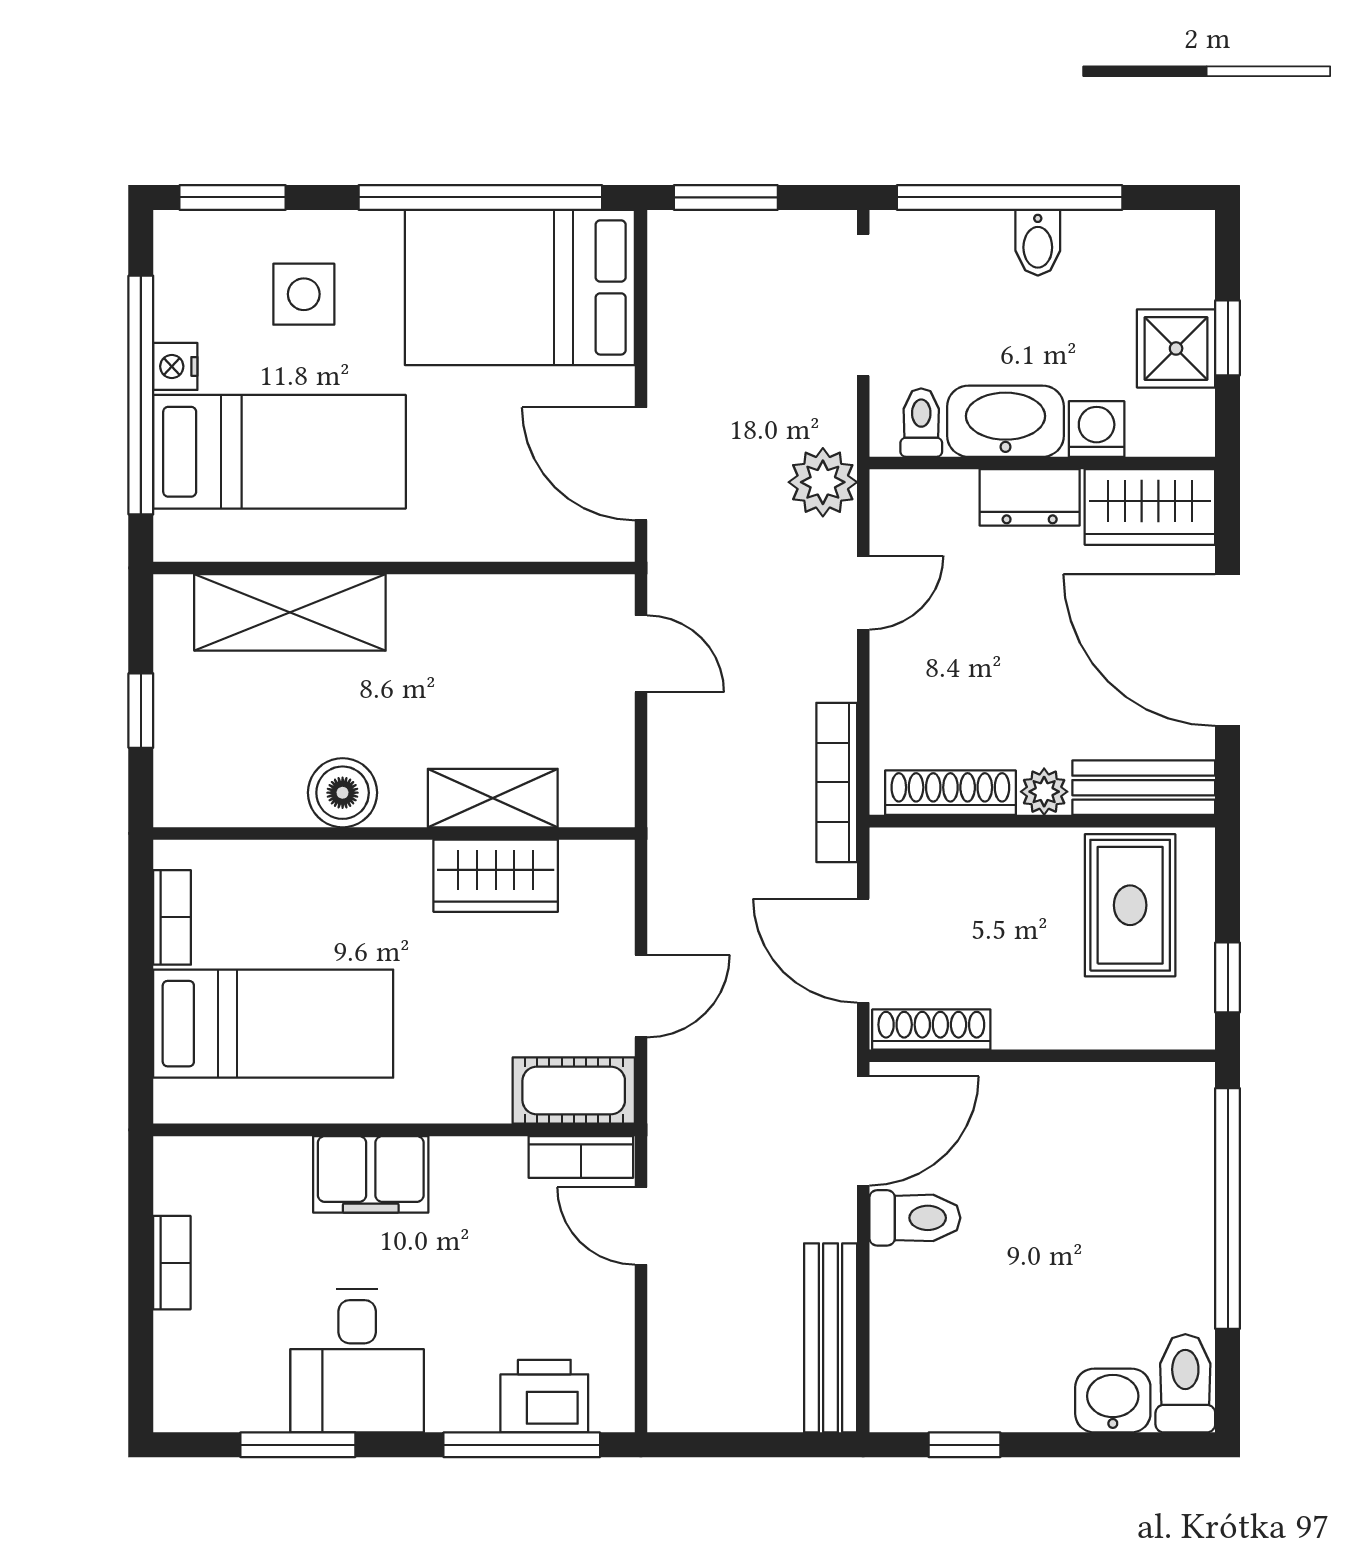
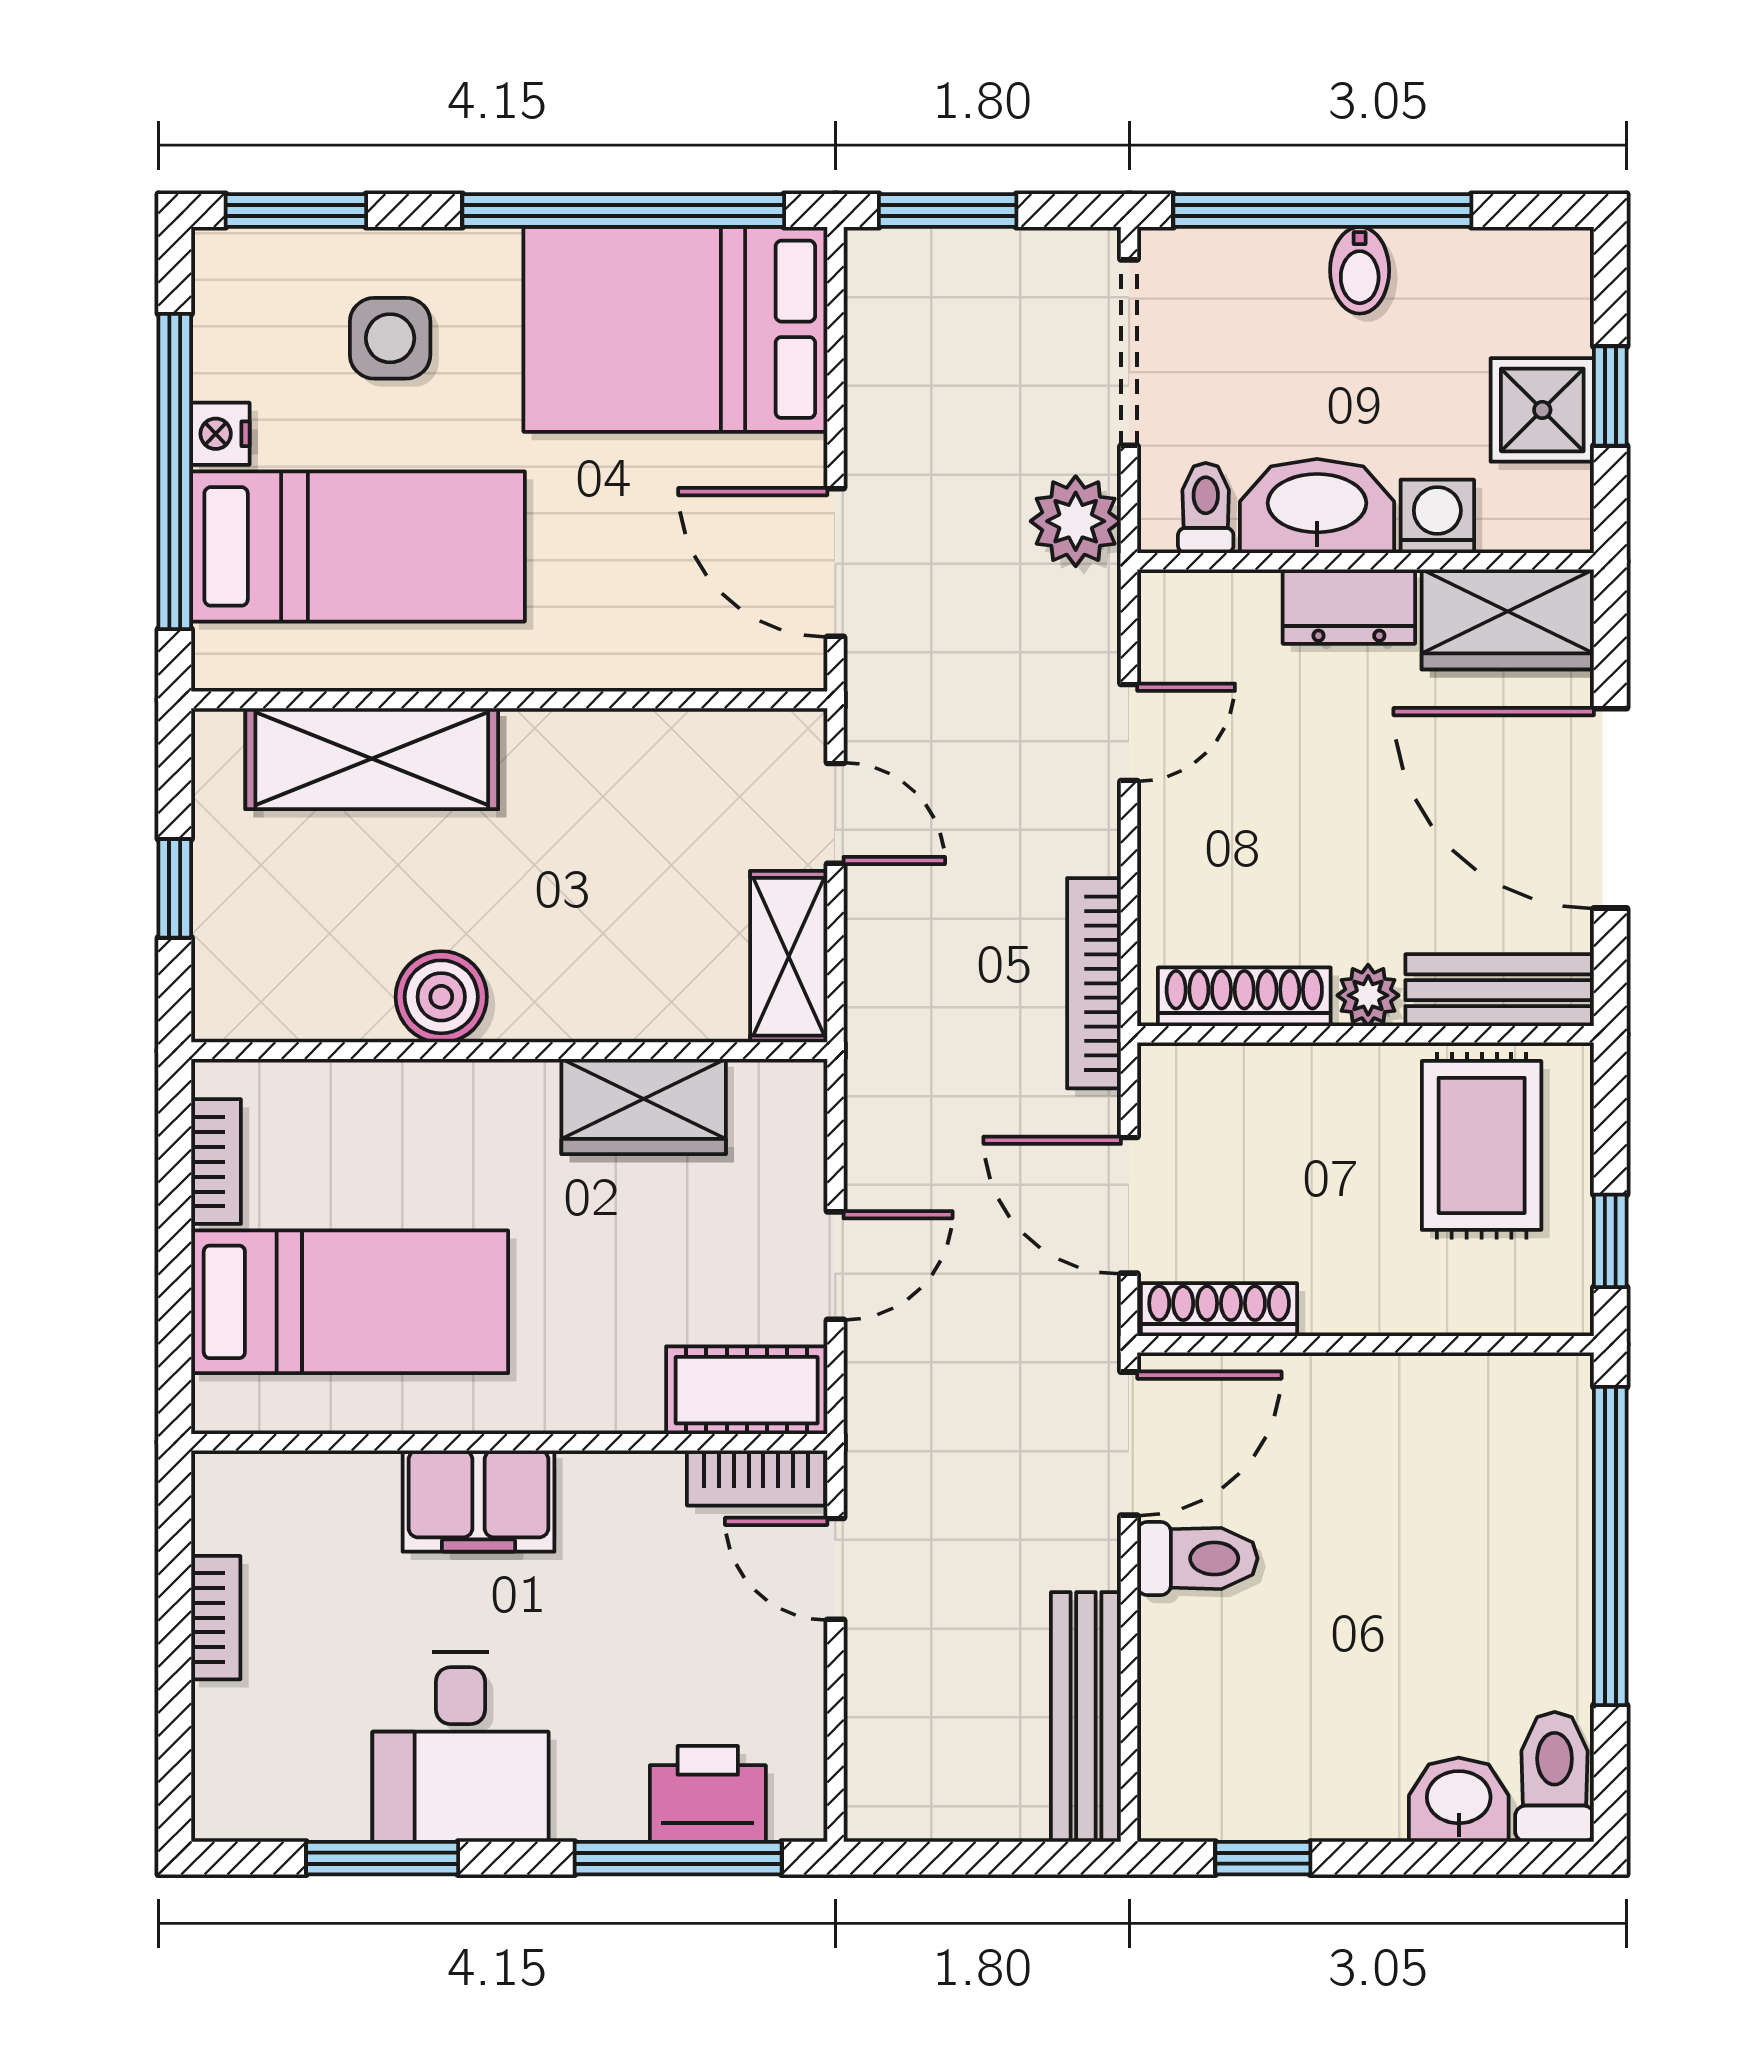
plant: (823, 482) -> (1076, 521), moved
shelving: (493, 798) -> (789, 957), moved, turned 90

